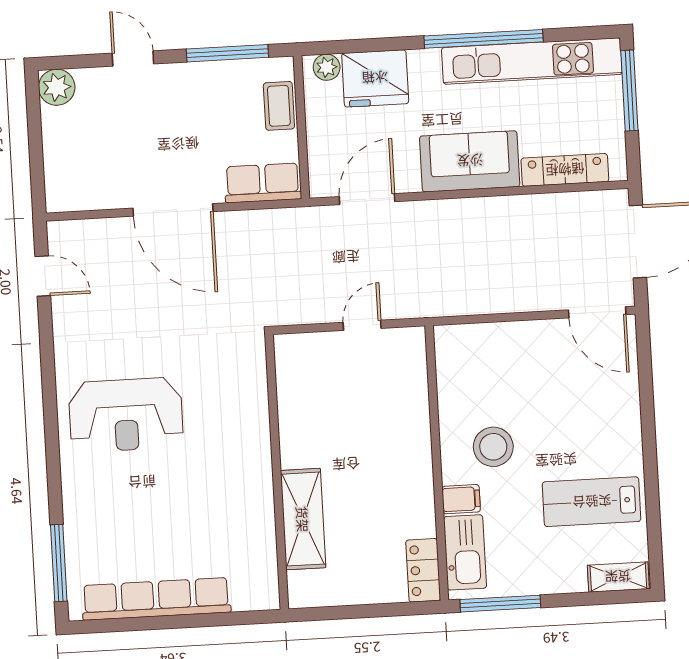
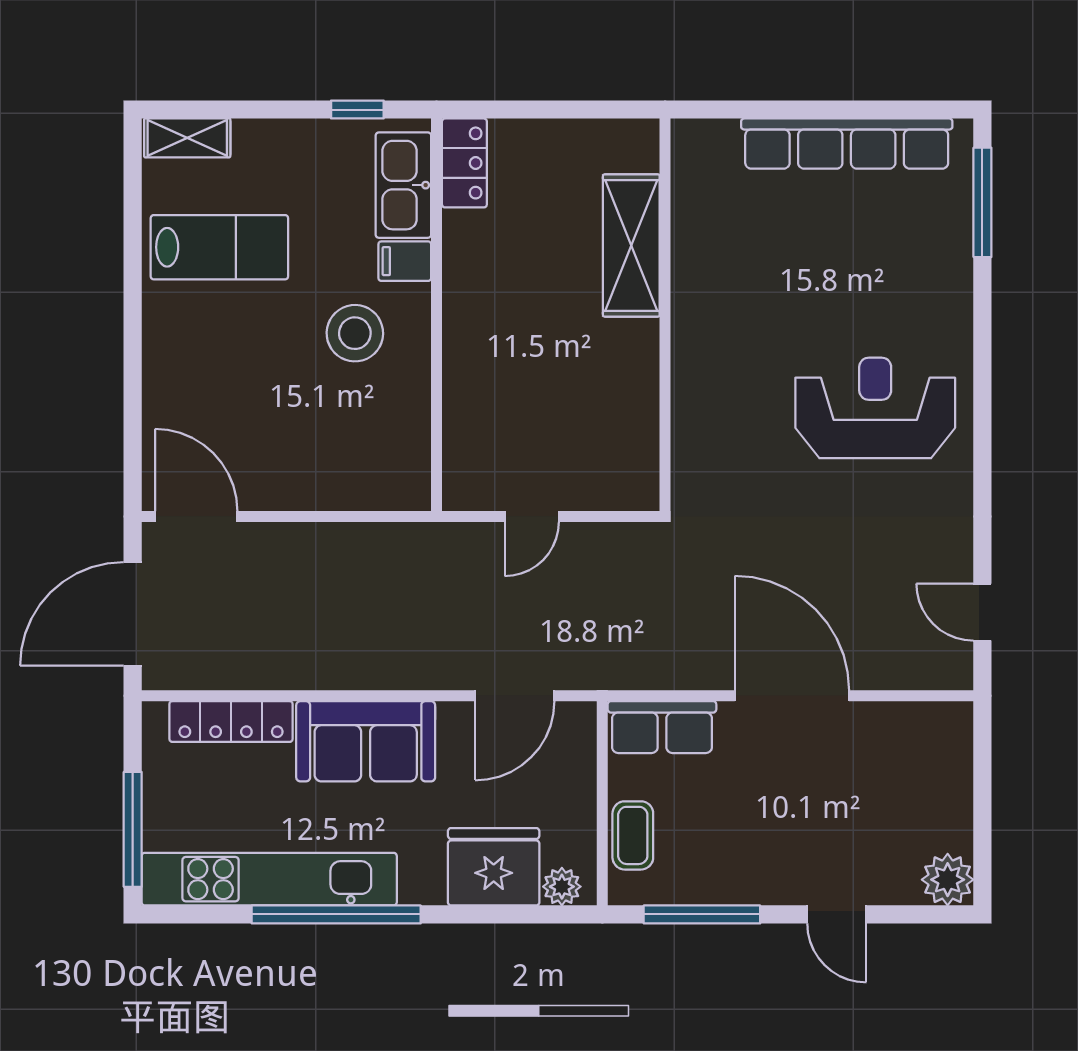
window: (500, 604) -> (357, 110), width x0.46

